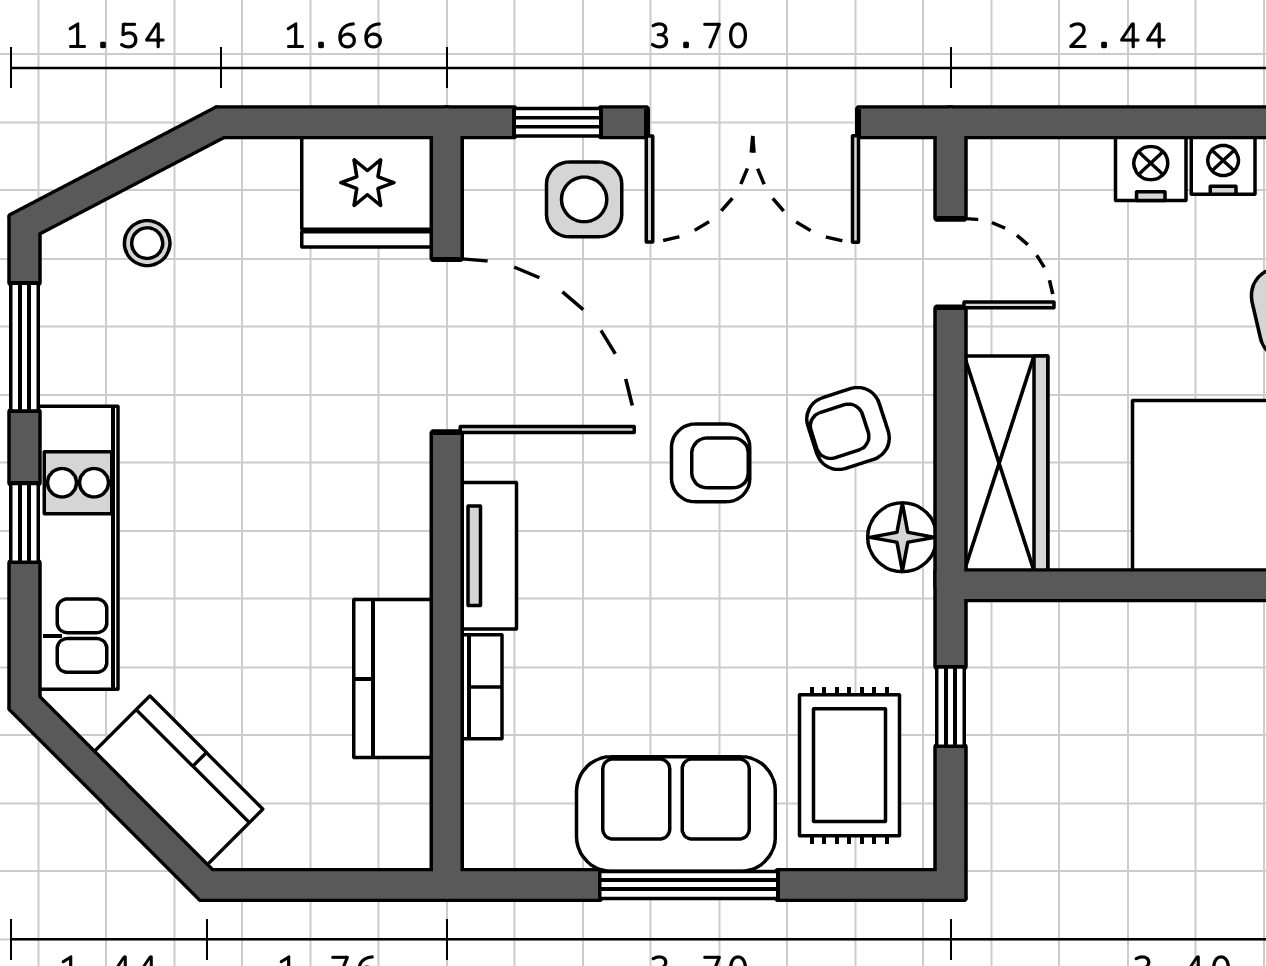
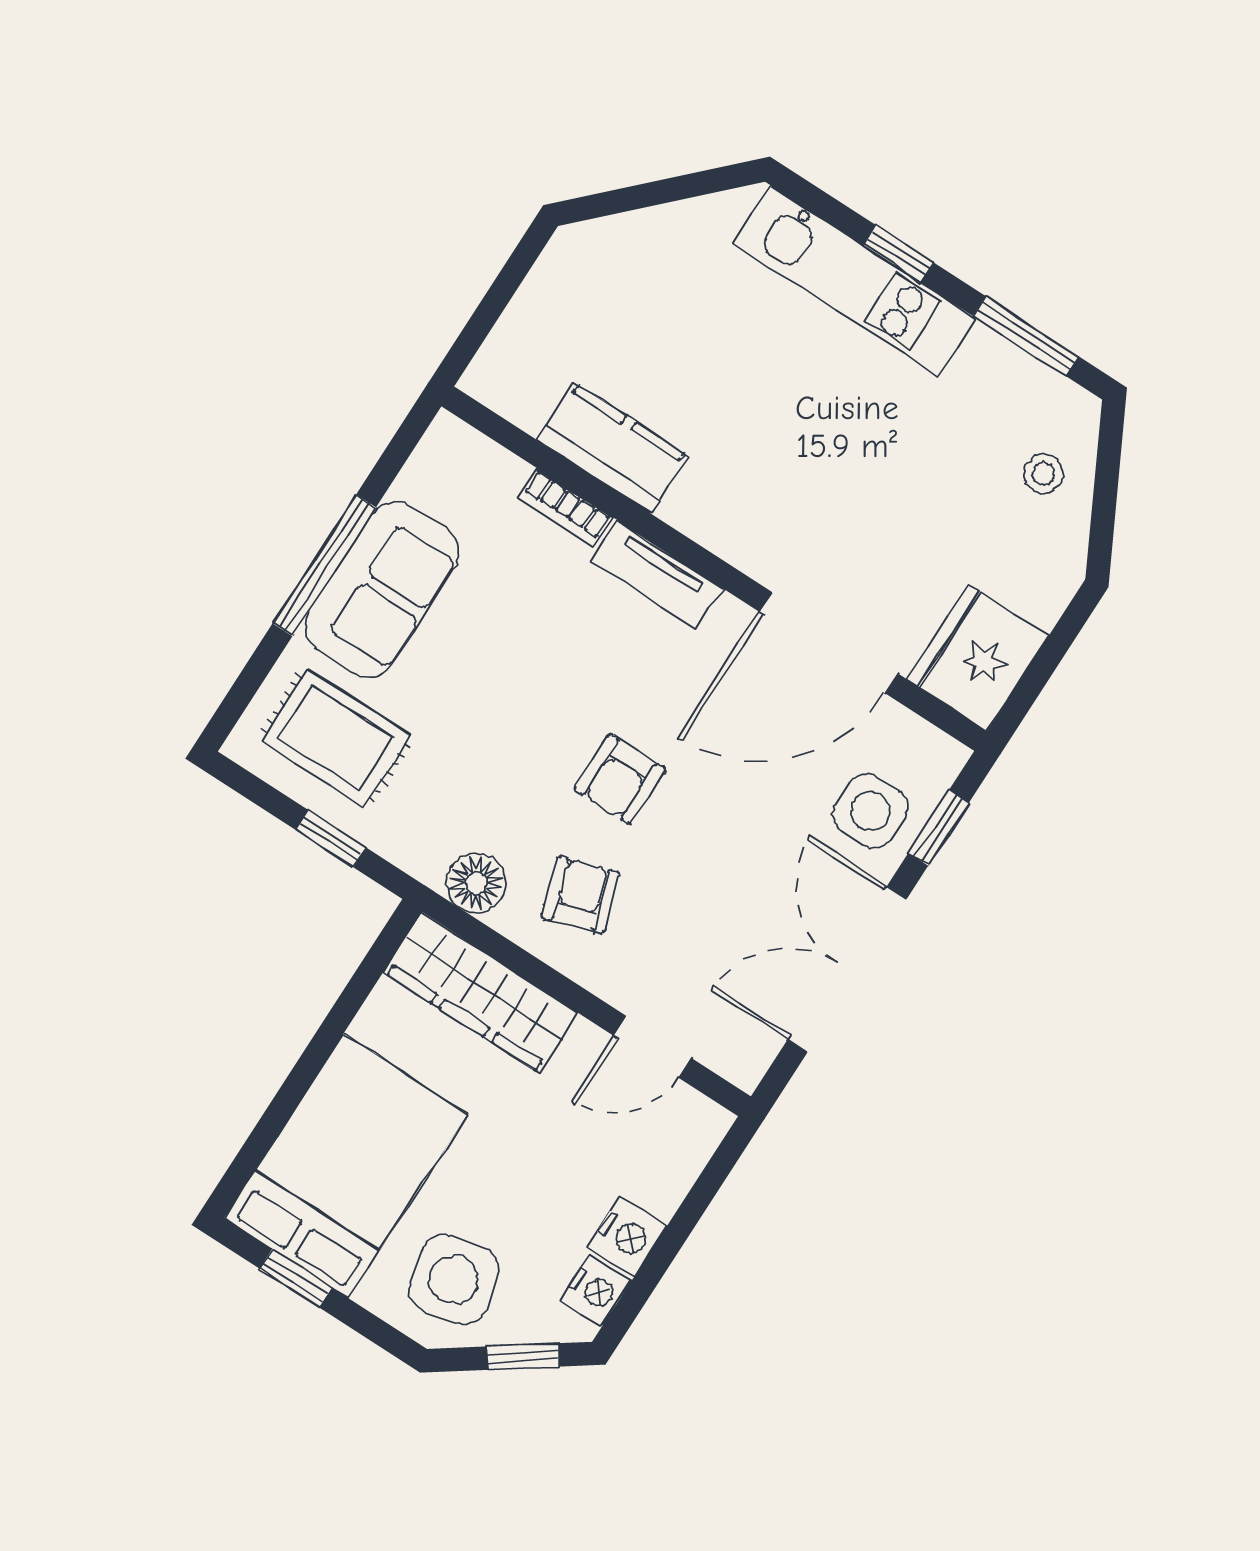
kitchen counter: (178, 781) -> (639, 244), removed

